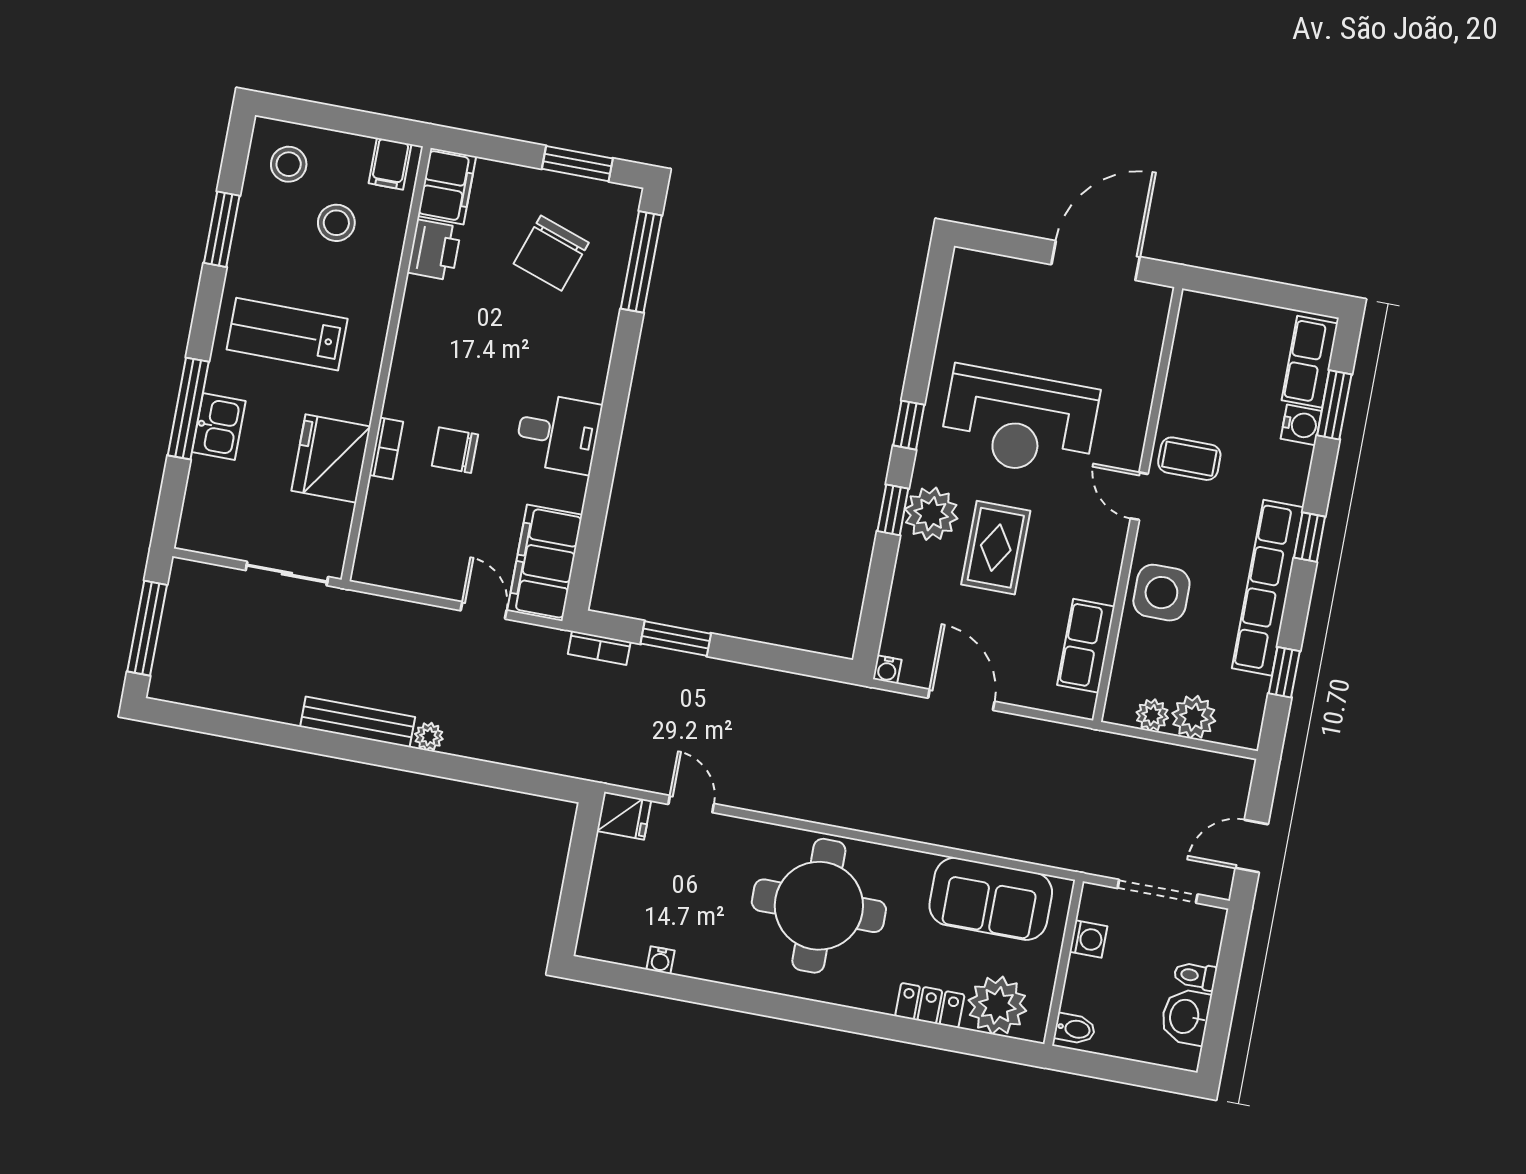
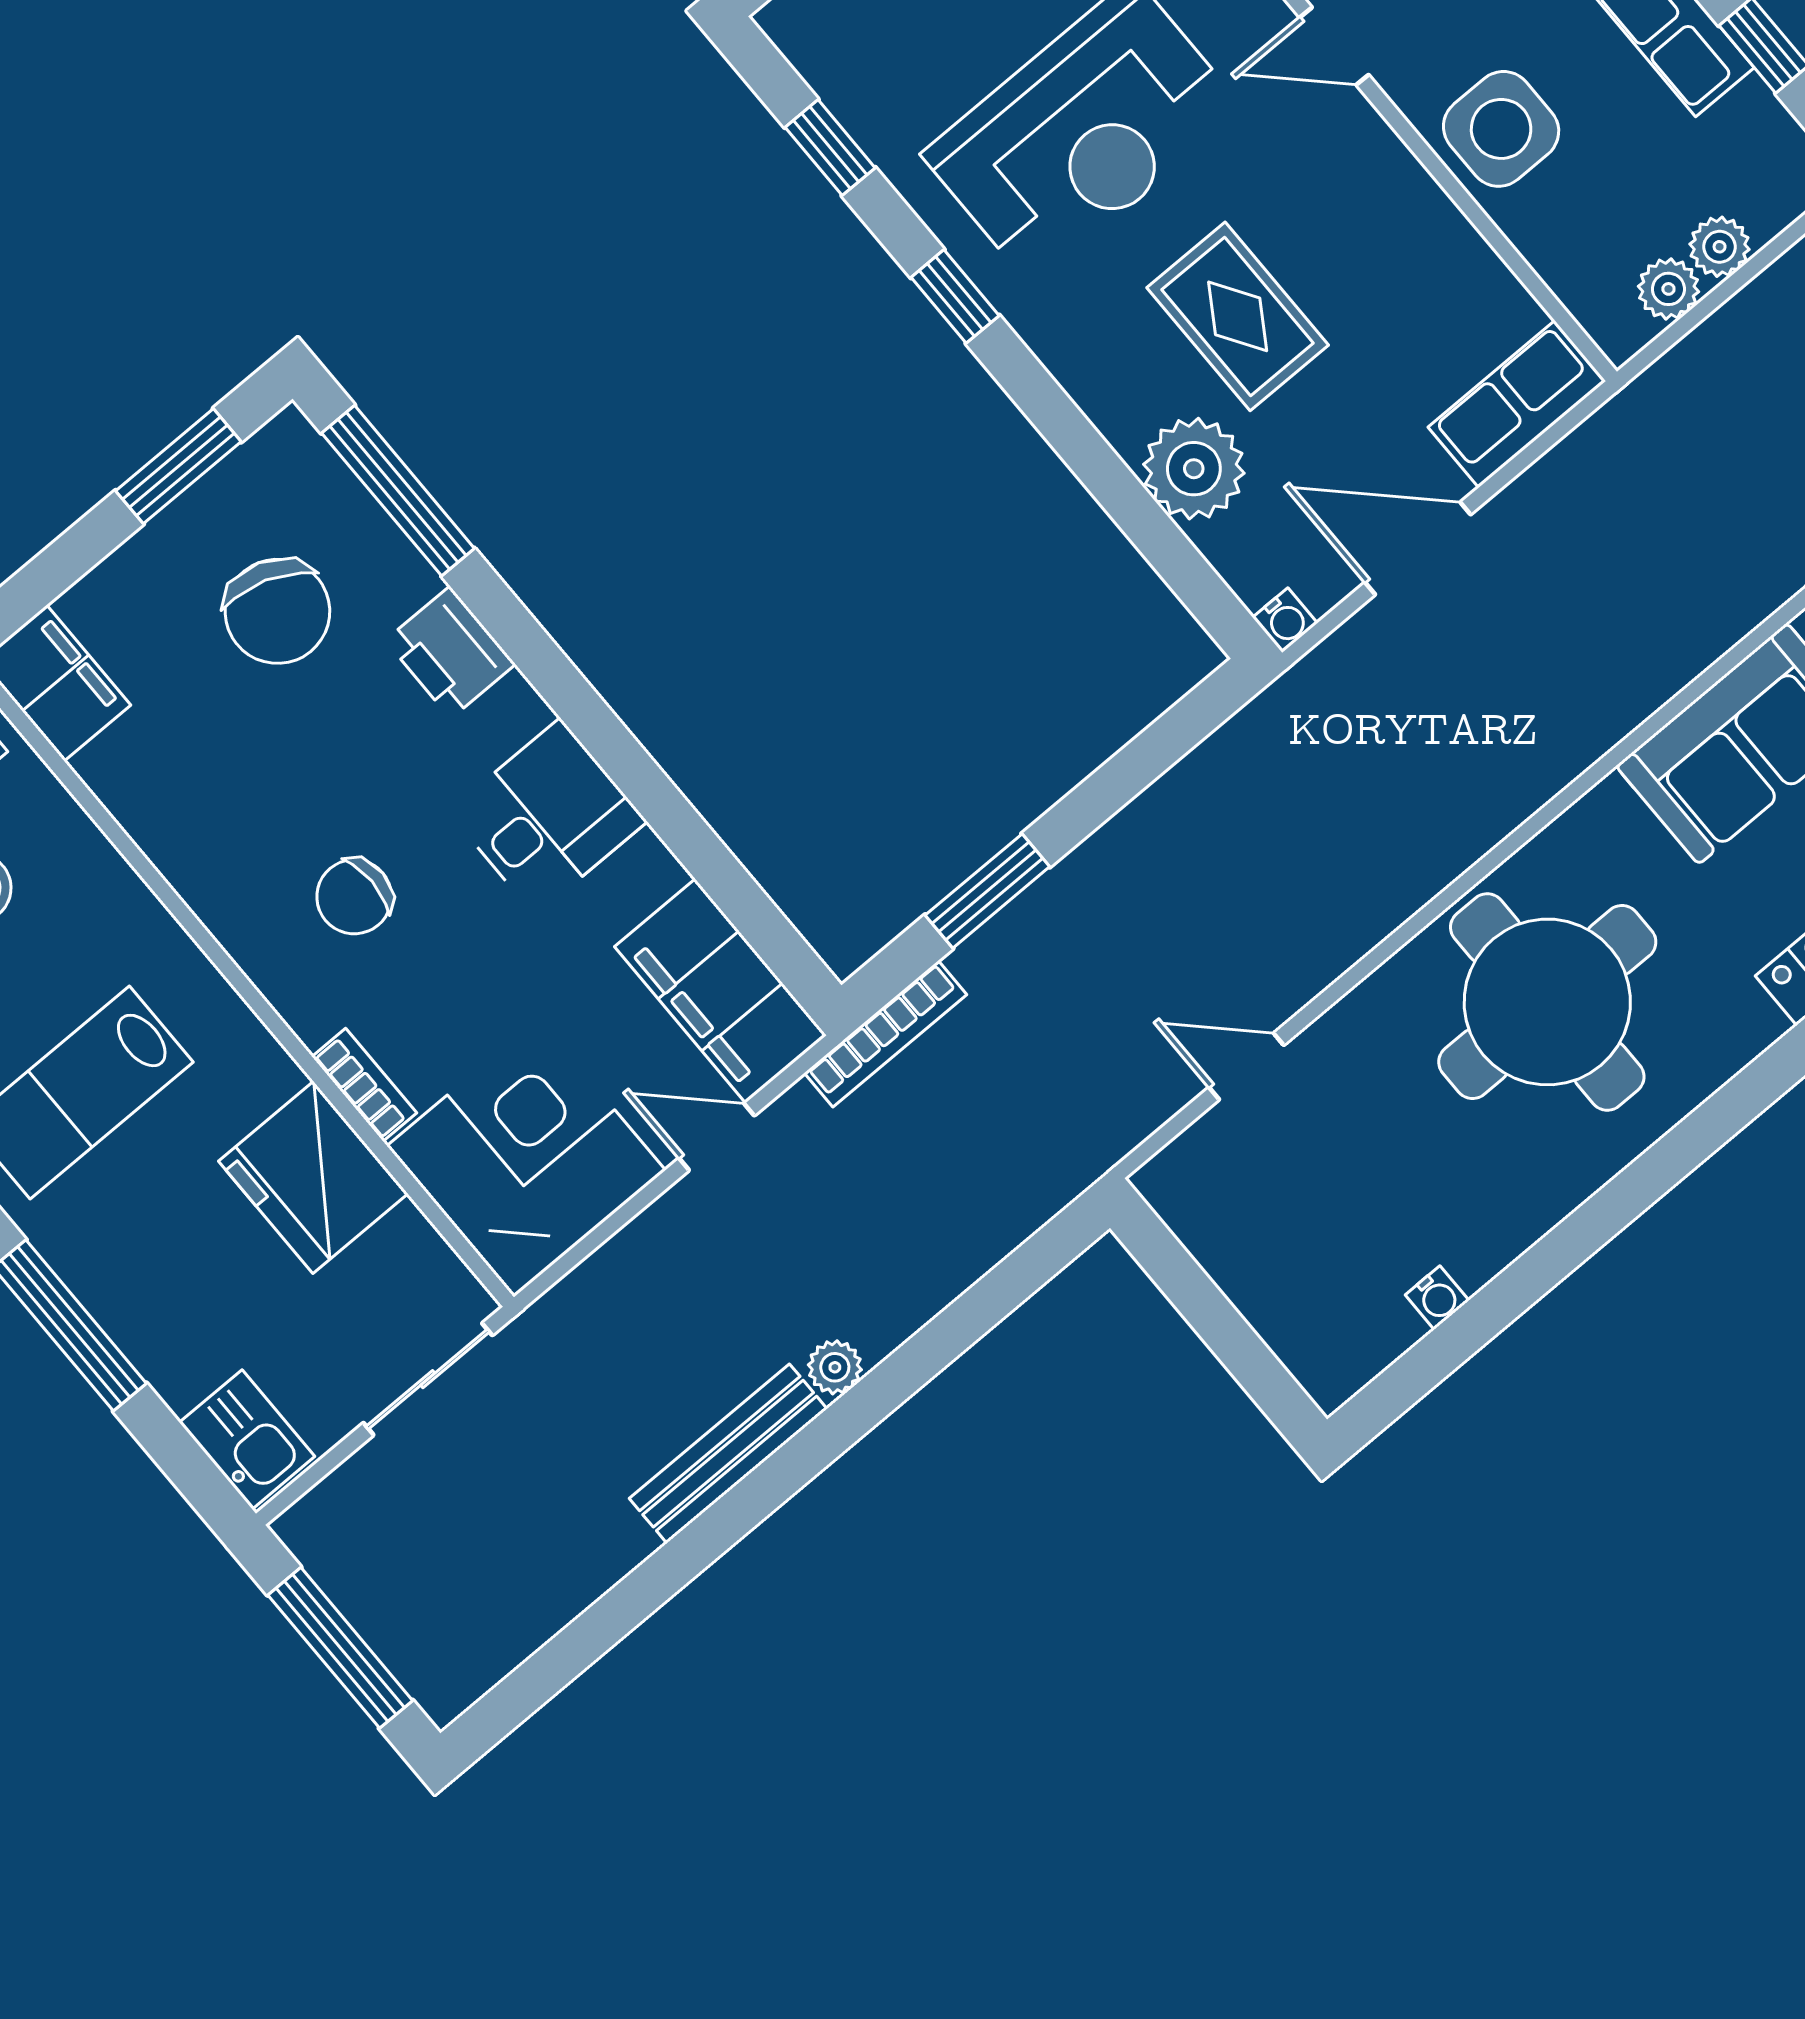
printer: (434, 250) -> (450, 652), moved, turned 180
kitchen sink: (219, 426) -> (247, 1439), moved
chair: (455, 450) -> (354, 897), moved
window: (893, 510) -> (830, 148), moved
plant: (931, 514) -> (1194, 469), moved
corner desk: (411, 539) -> (526, 1158), added
row of seats: (1086, 646) -> (1517, 404), moved, turned 90
bookcase: (599, 648) -> (885, 1034), width x1.56
plant: (1194, 717) -> (1720, 247), width x0.73, depth x0.73
fridge: (624, 816) -> (1183, 1178), removed

